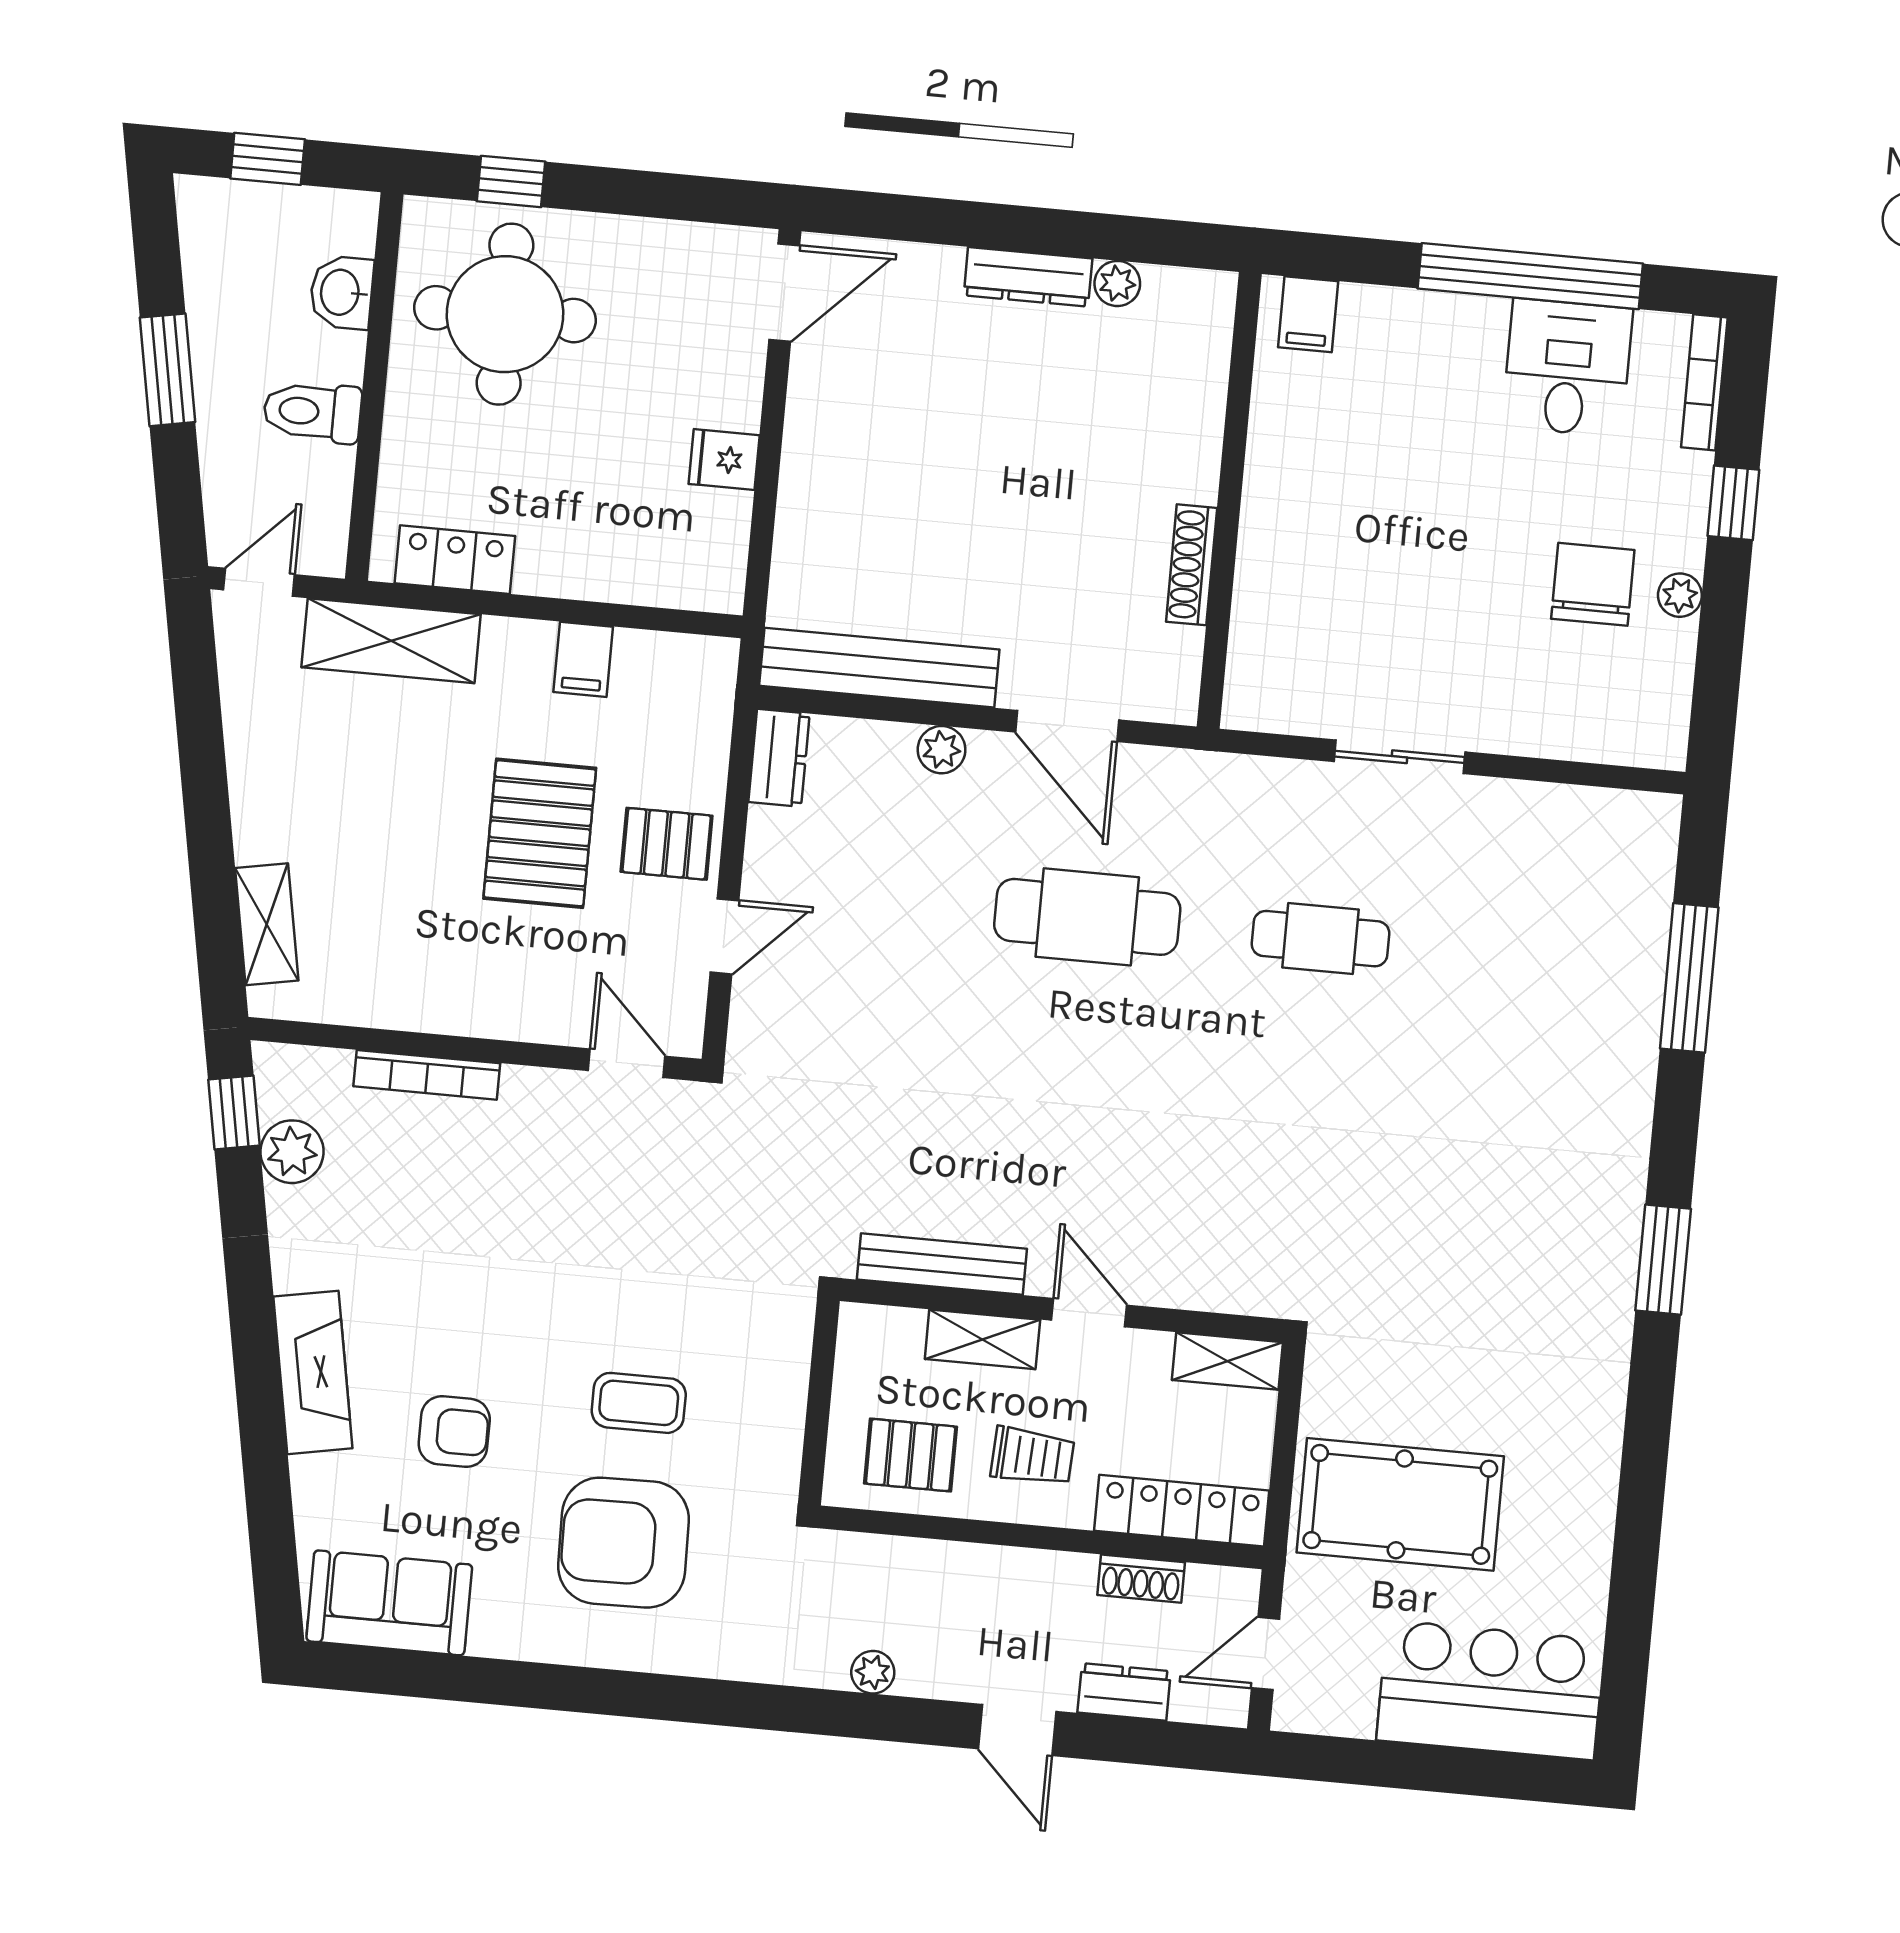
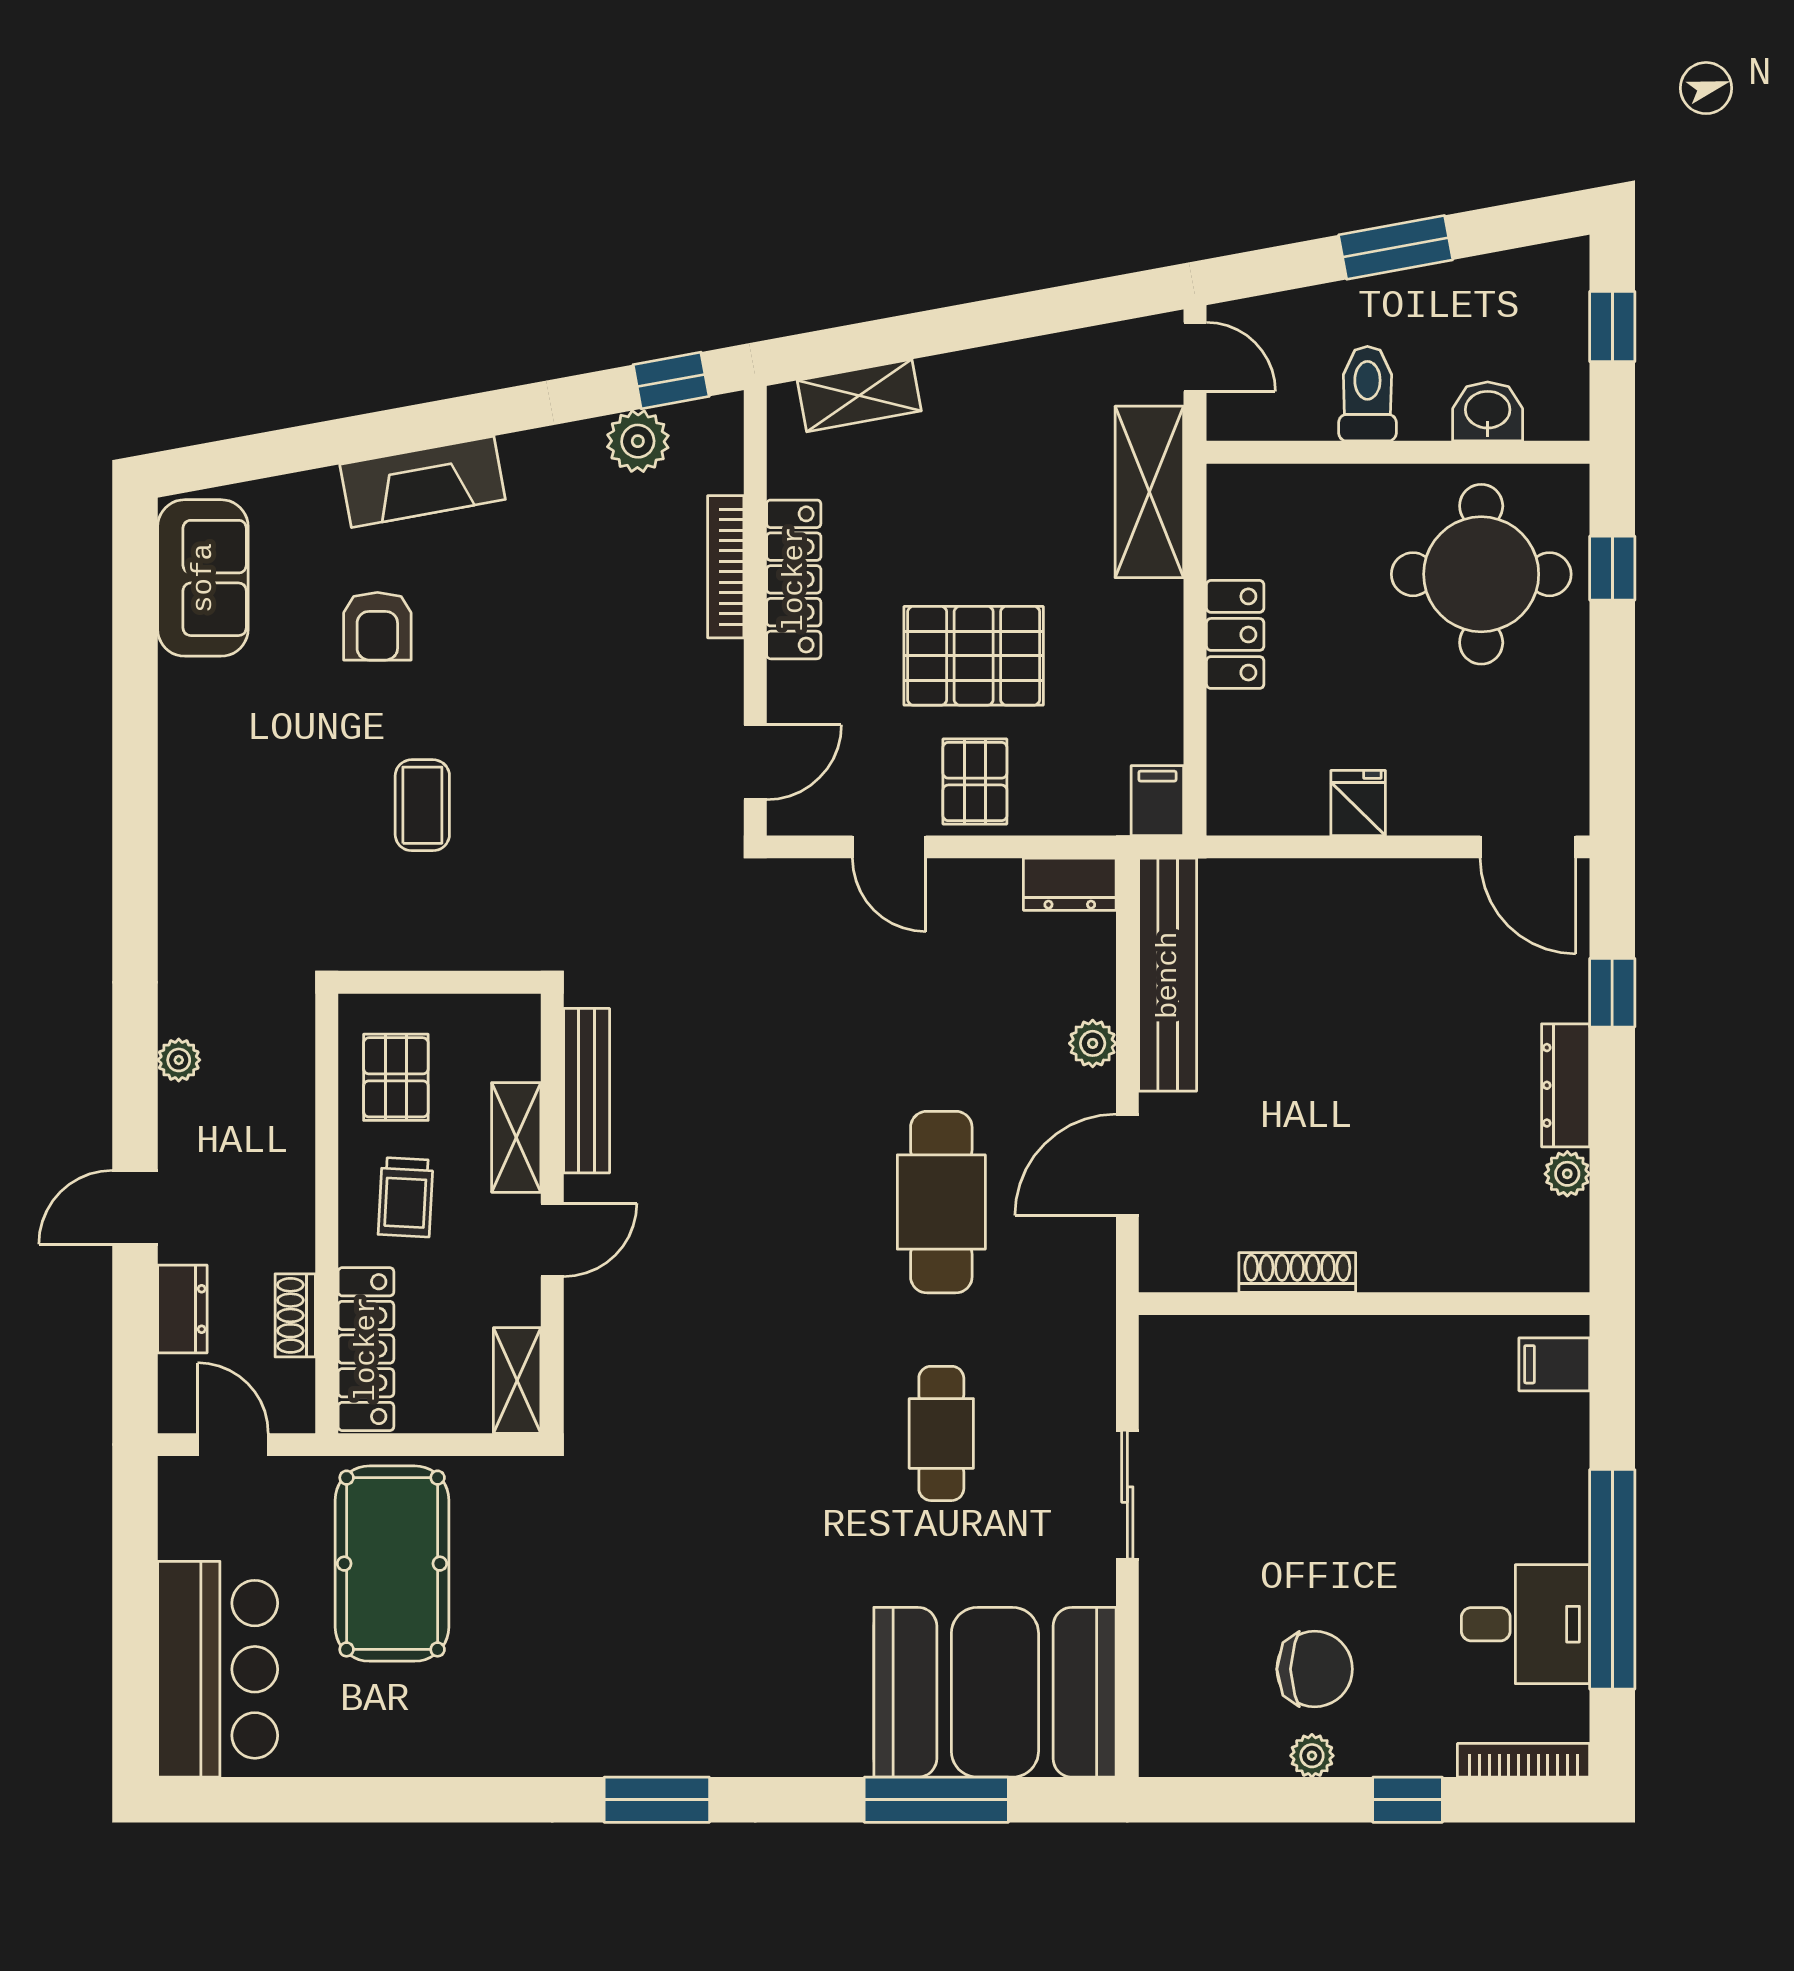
window: (939, 221) -> (1612, 993), added
locker: (455, 560) -> (1235, 634), moved
filing cabinet: (583, 659) -> (1157, 801), moved, turned 90
booth: (1586, 909) -> (995, 1692), added
locker: (446, 1008) -> (794, 579), added
armchair: (623, 1543) -> (284, 803), removed

